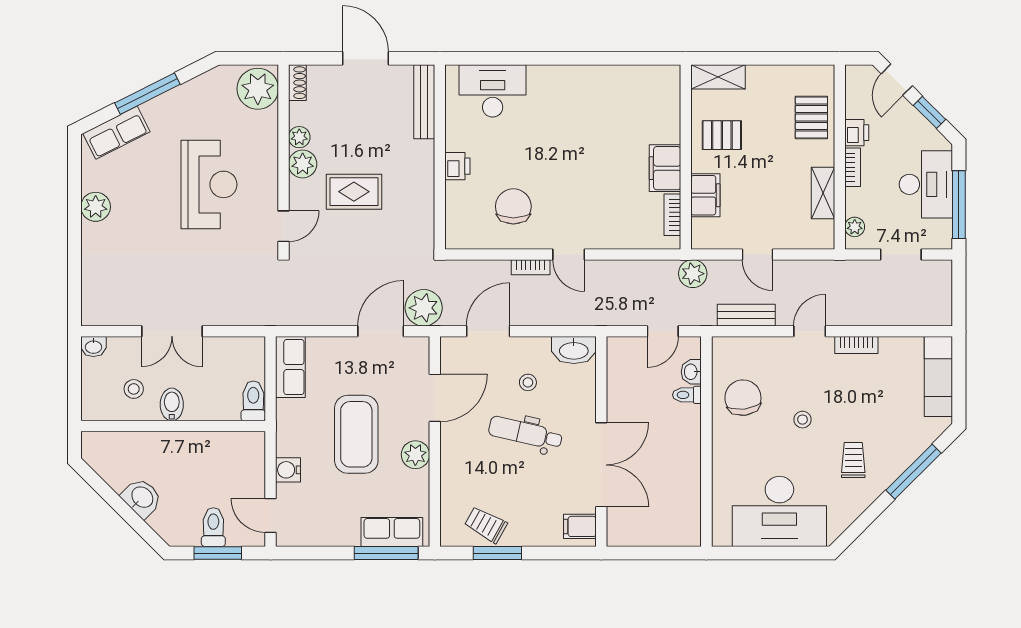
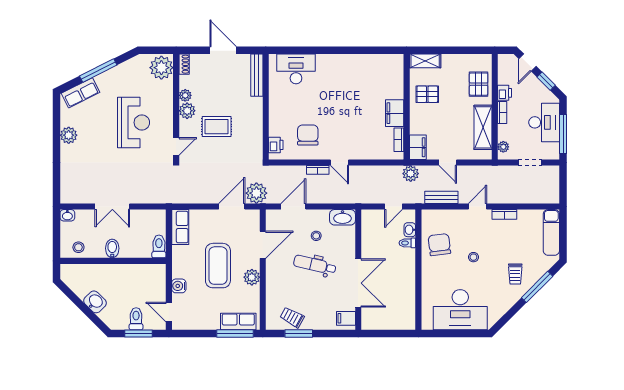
printer: (457, 166) -> (276, 145), moved
shelving: (823, 193) -> (483, 127), width x1.50, depth x1.33
filing cabinet: (705, 195) -> (418, 147), moved
stool: (134, 389) -> (78, 247), moved
trolley: (853, 460) -> (515, 274), moved, turned 180

